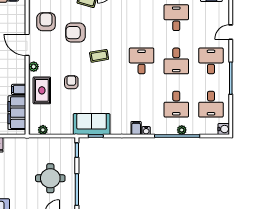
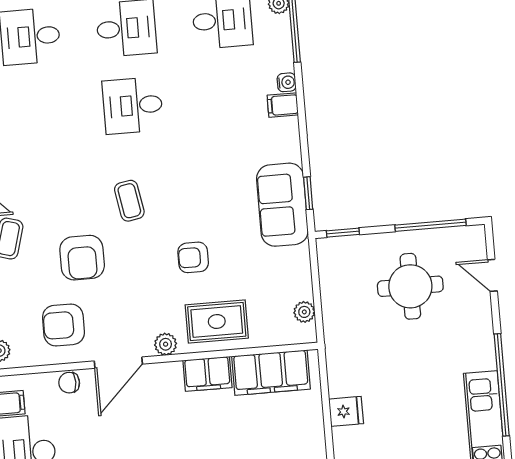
chair: (20, 22) -> (69, 383), added
filing cabinet: (19, 89) -> (207, 374), width x2.00

